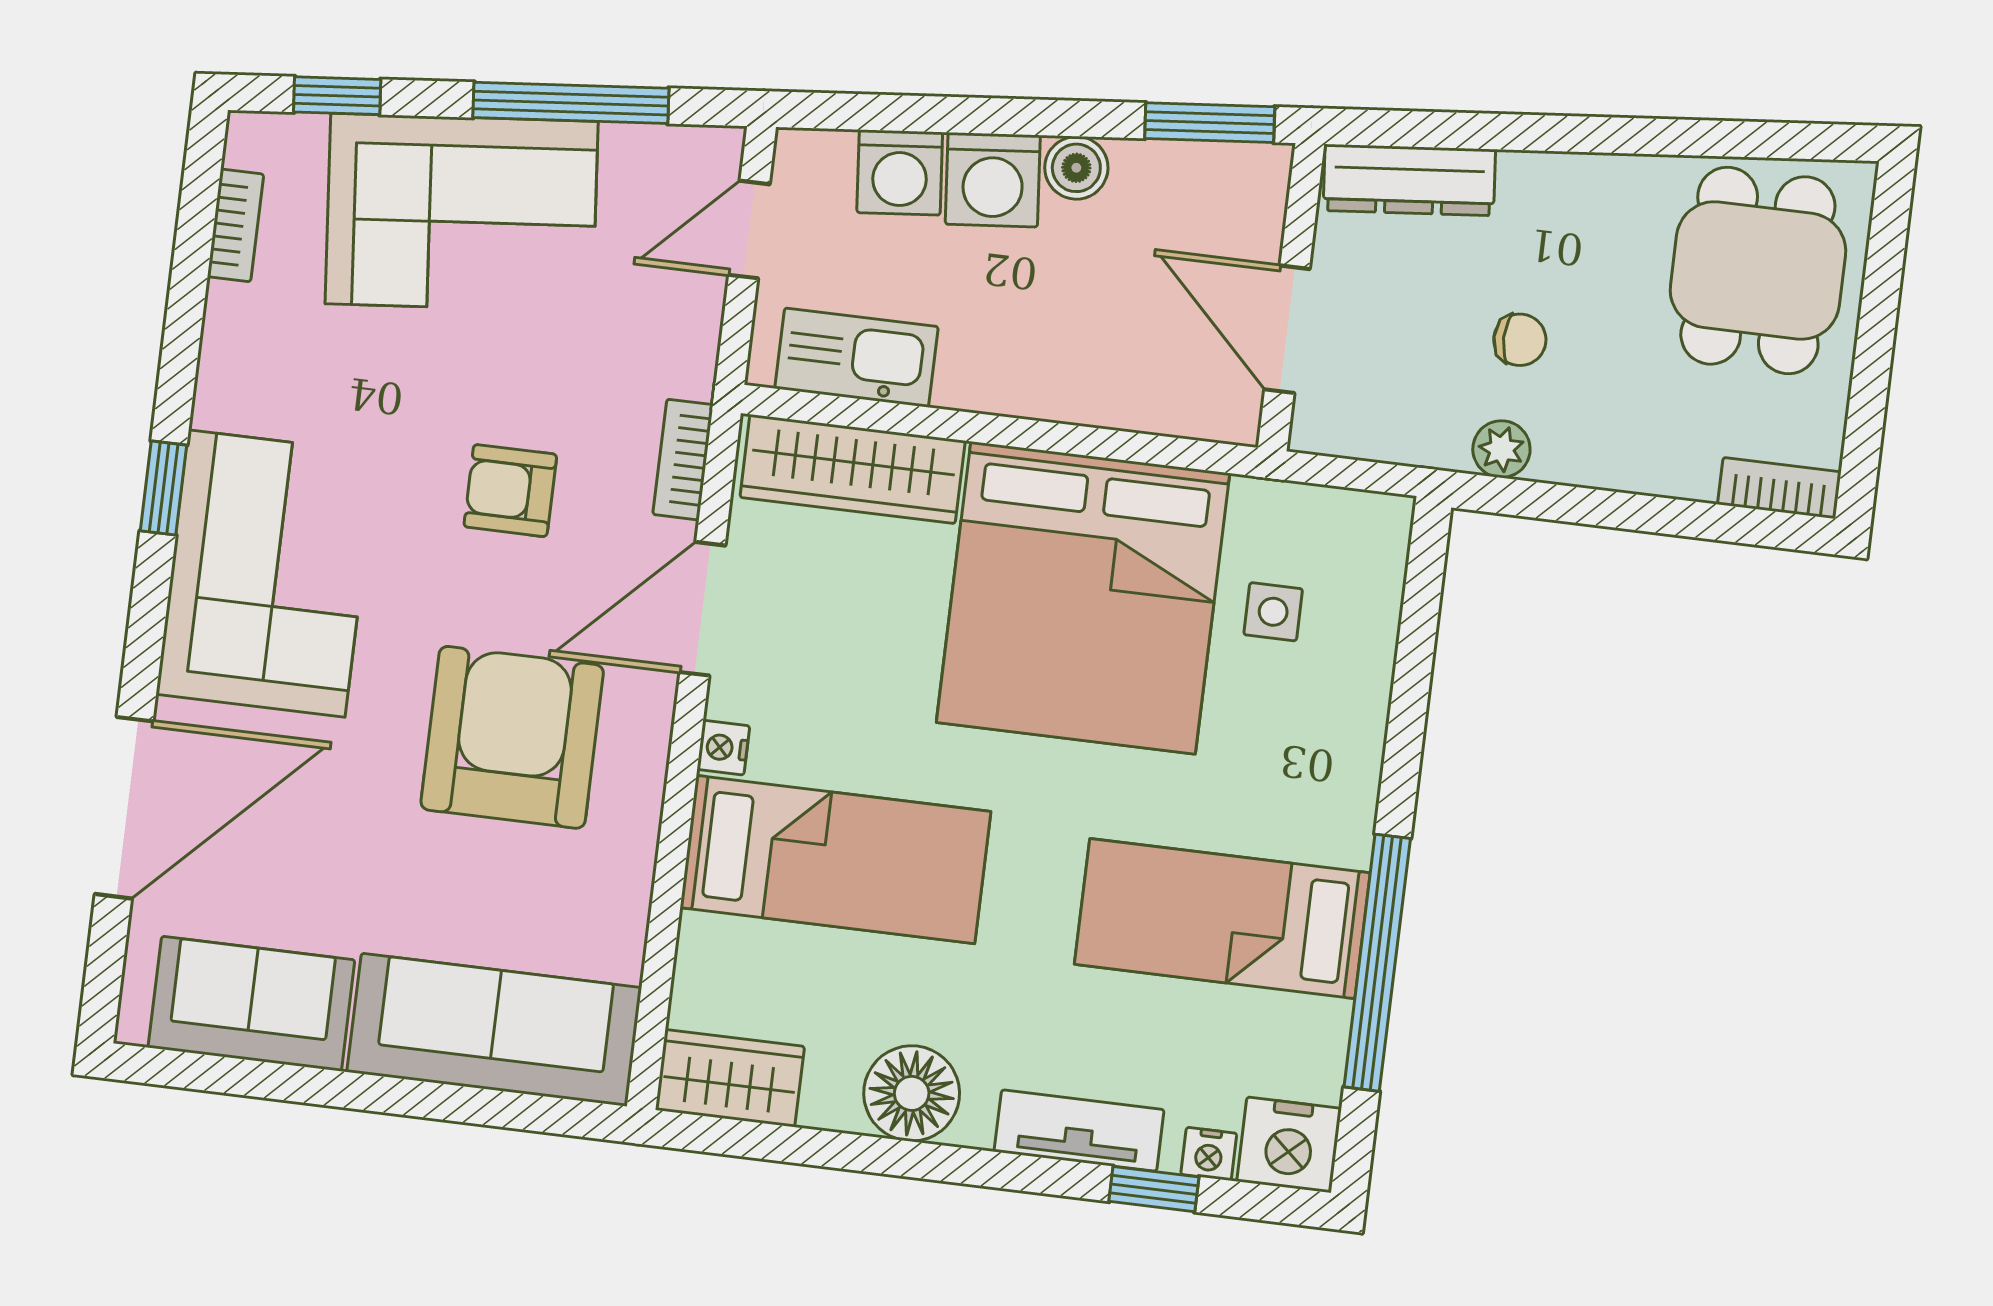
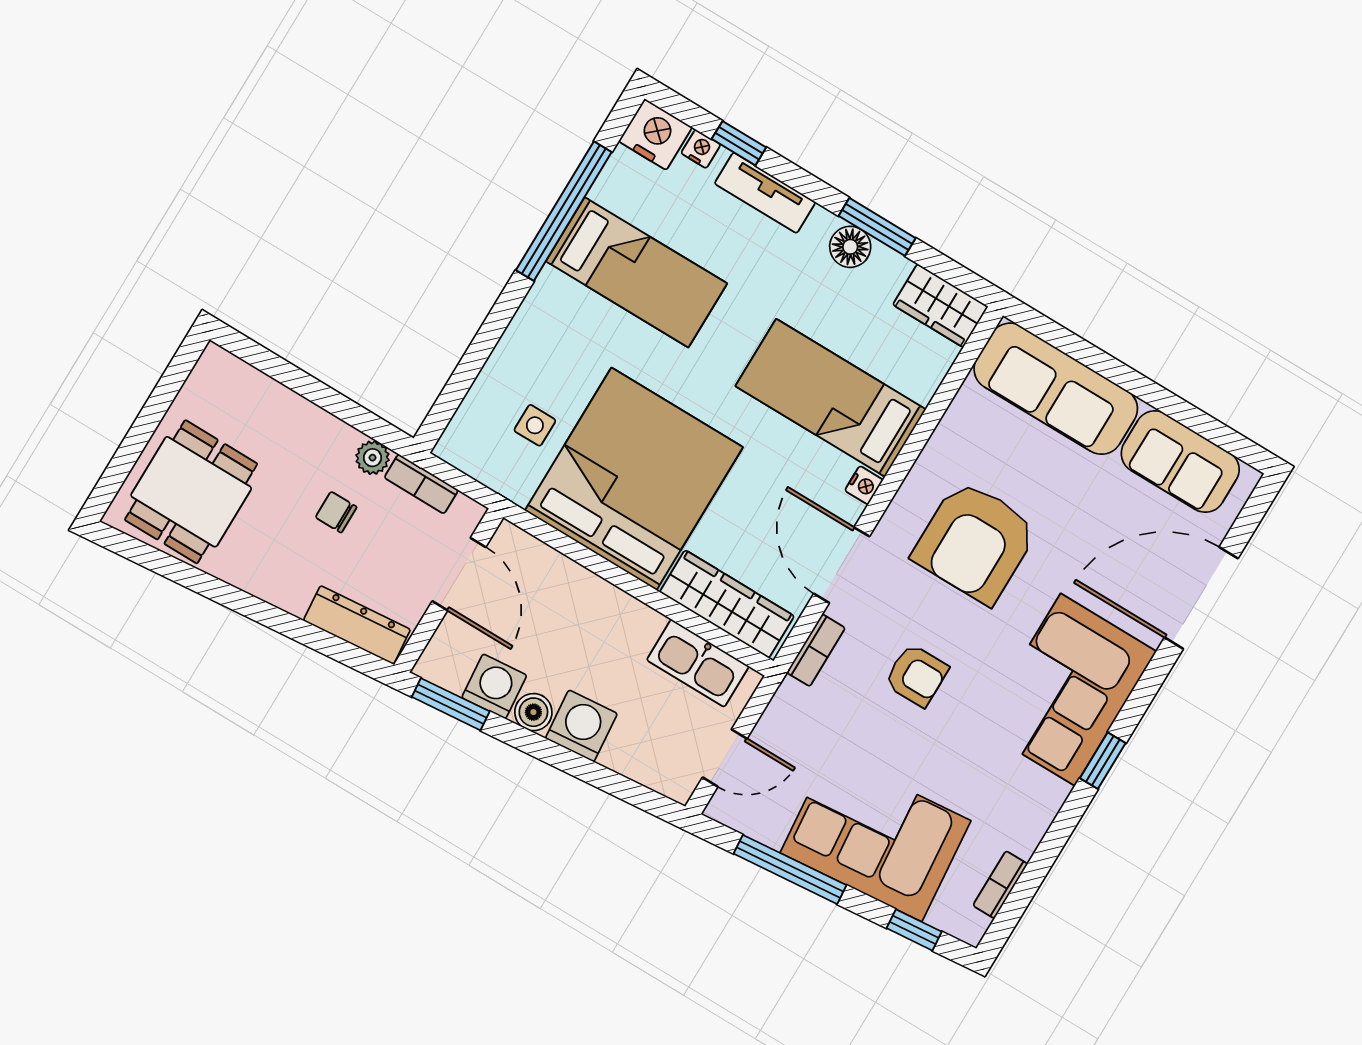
washing machine: (900, 172) -> (494, 686), moved
bookcase: (1779, 488) -> (421, 484), moved
door: (702, 609) -> (842, 565), swing flipped
floor lamp: (912, 1093) -> (850, 247), width x0.73, depth x0.73
window: (882, 1156) -> (877, 227), added

